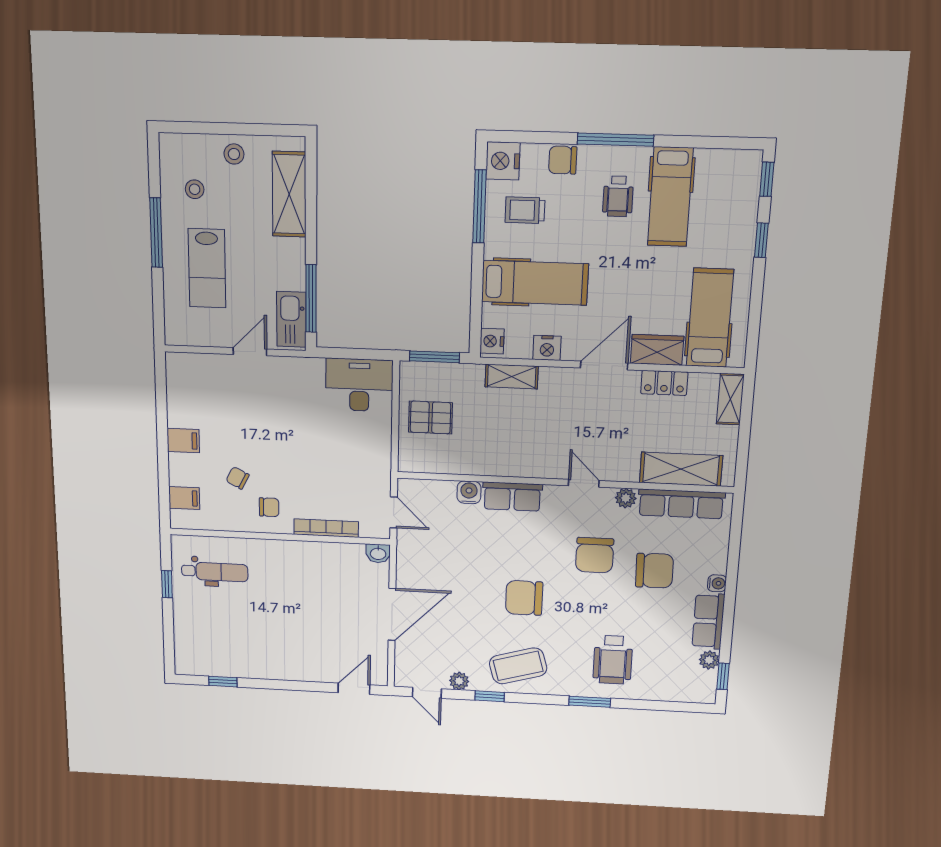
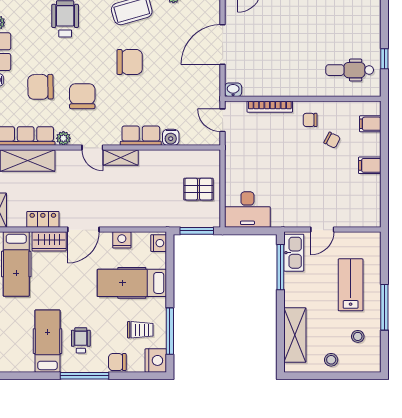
chair: (563, 160) -> (117, 362), turned 180
shelving: (512, 377) -> (121, 157), moved

